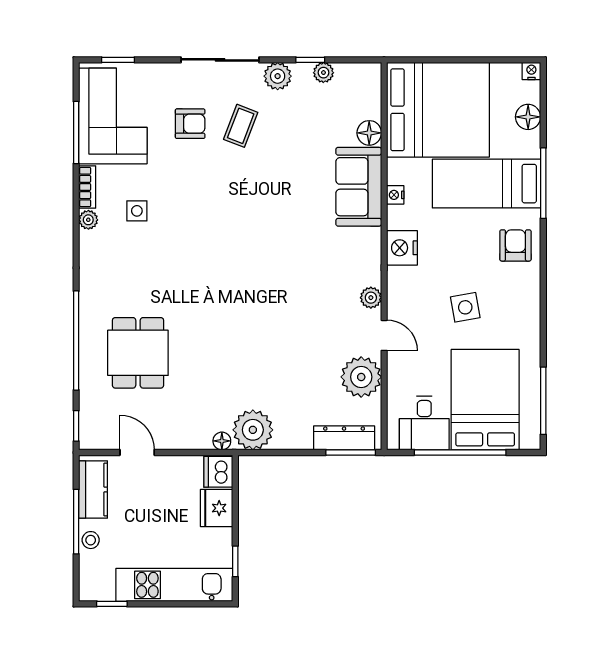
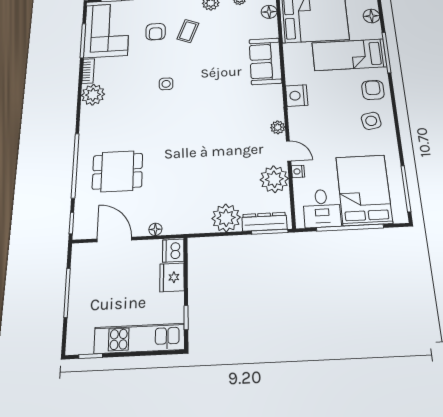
armchair: (190, 124) -> (156, 32), turned 90
floor lamp: (369, 133) -> (269, 12), moved
nightstand: (395, 195) -> (298, 171), moved
side table: (137, 211) -> (166, 84), moved
plant: (88, 220) -> (93, 95), width x1.88, depth x1.88
side table: (465, 307) -> (371, 121), moved
dining table: (138, 353) -> (117, 171), turned 90
plant: (253, 430) -> (226, 218), moved
floor lamp: (222, 441) -> (155, 229), moved
door: (137, 452) -> (114, 240), width x1.38
kitchen counter: (93, 490) -> (81, 268), removed
stool: (91, 540) -> (77, 306), removed

